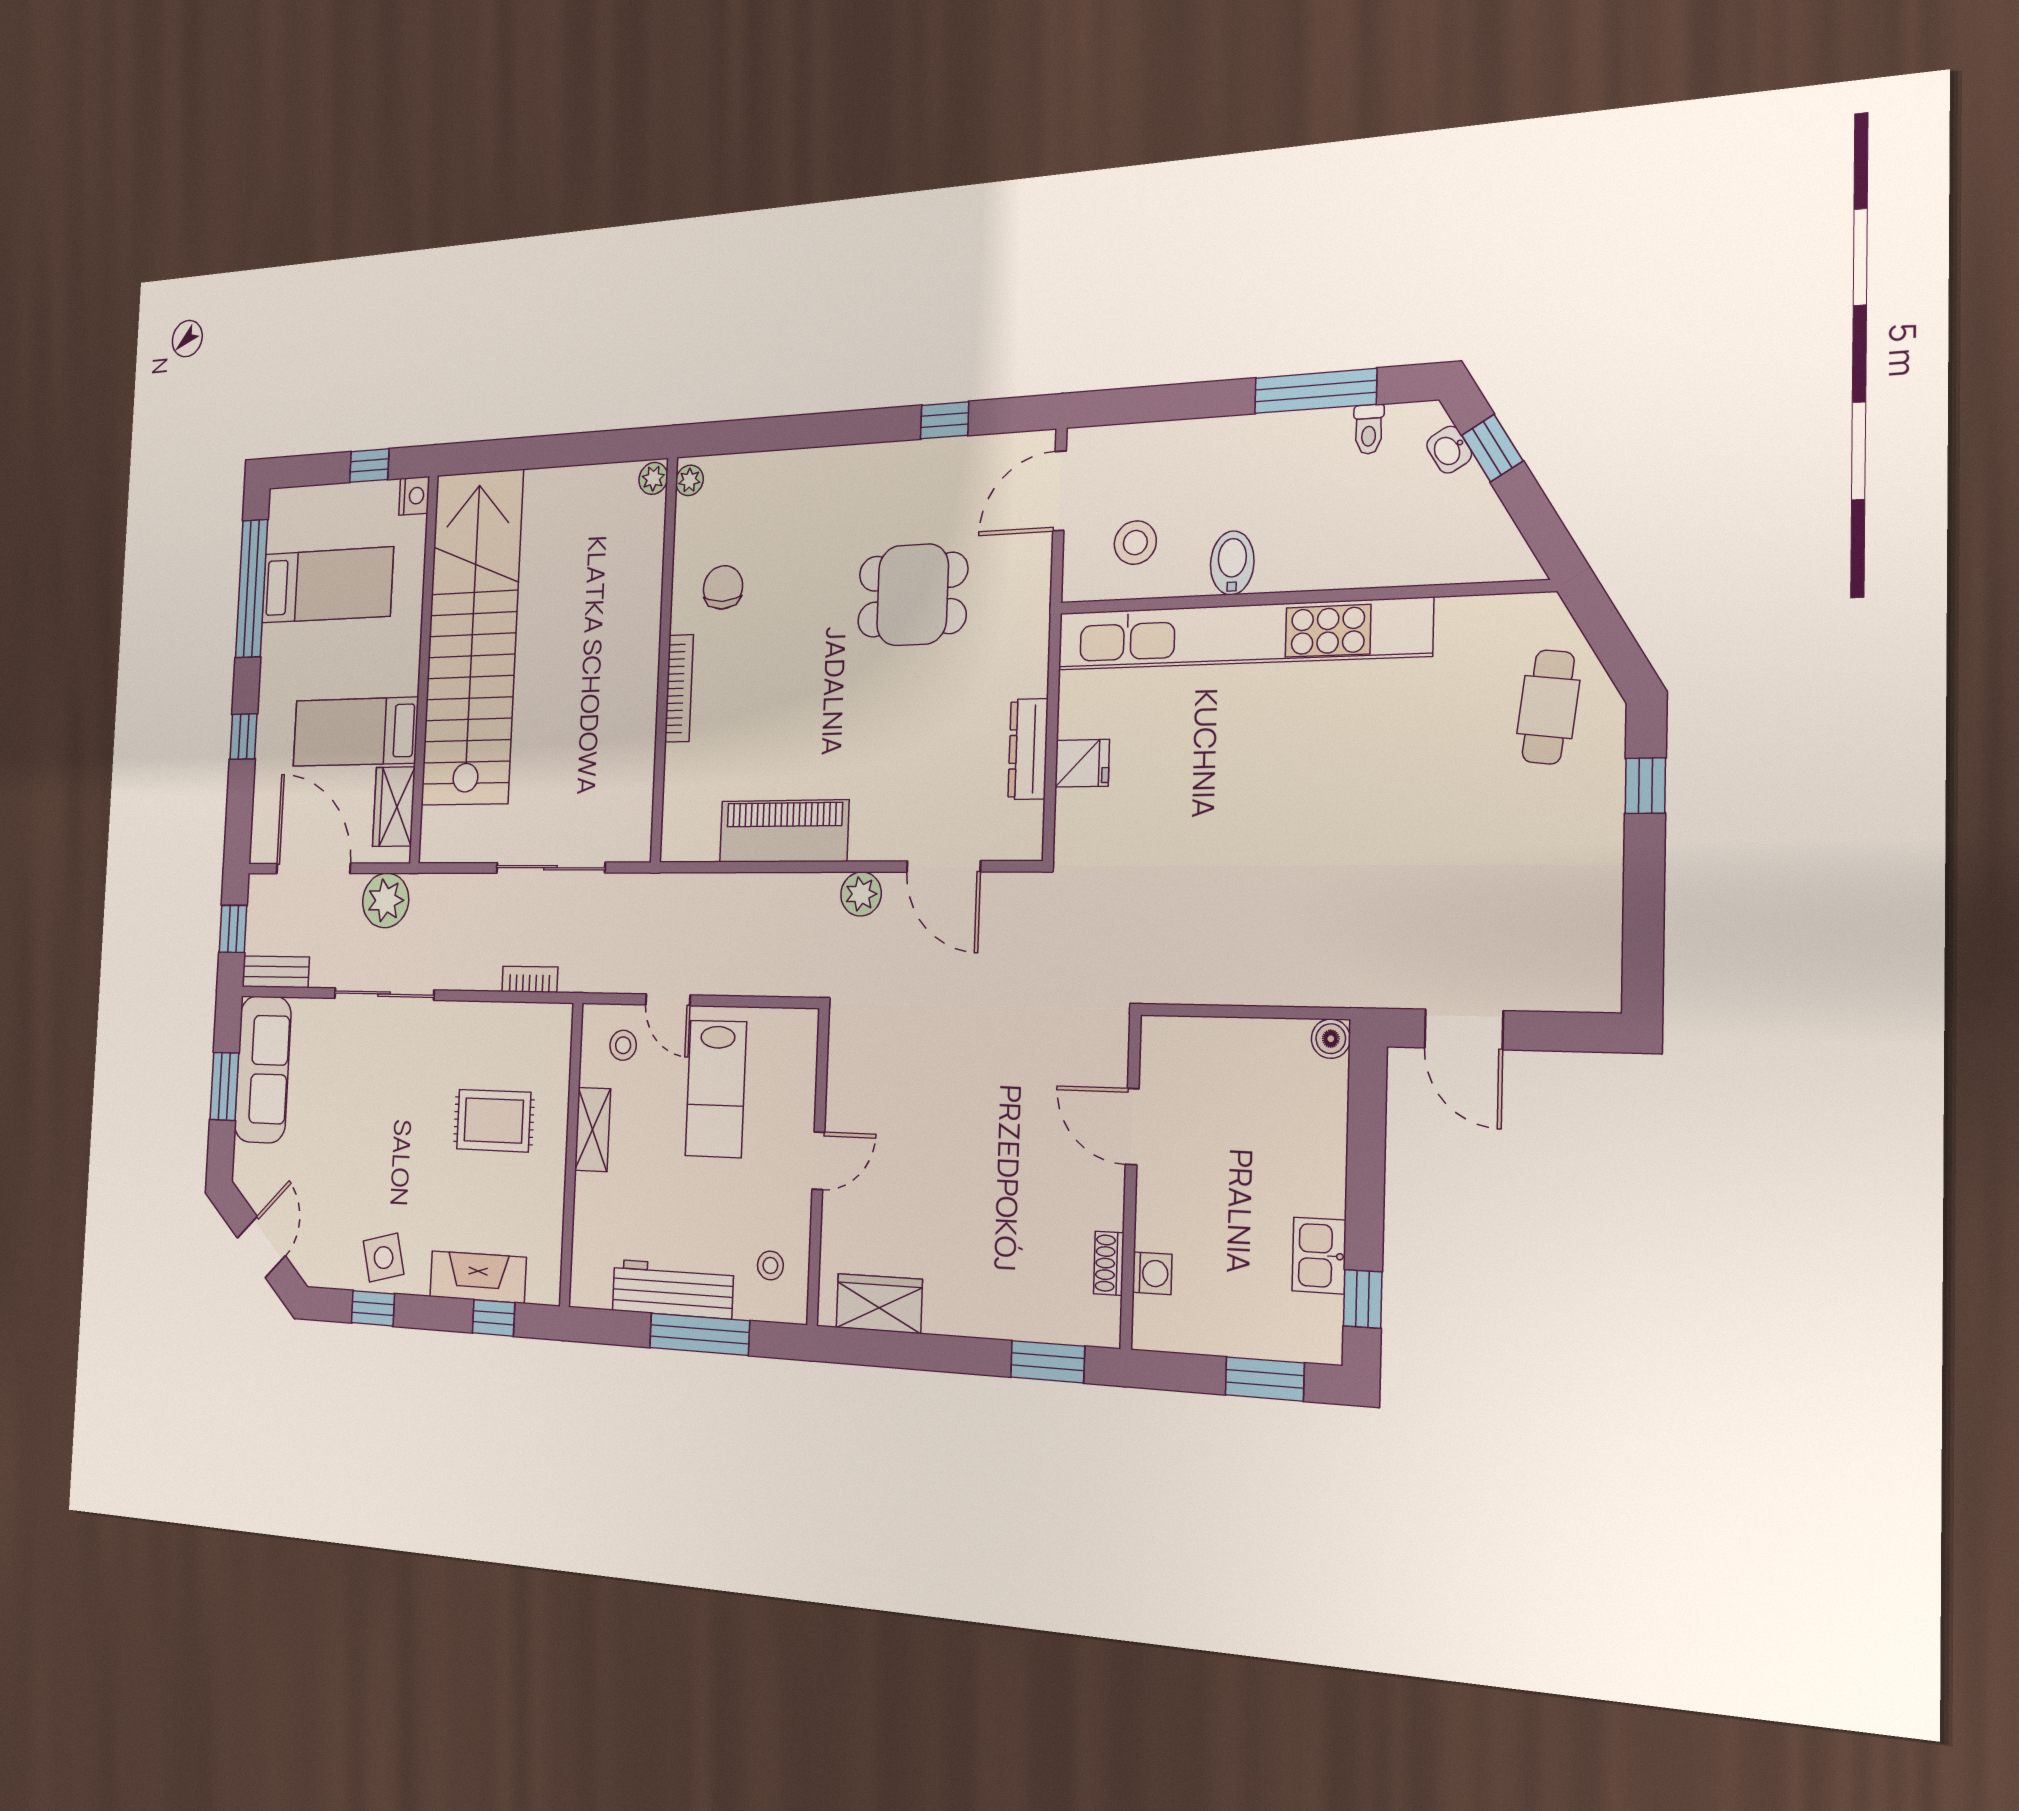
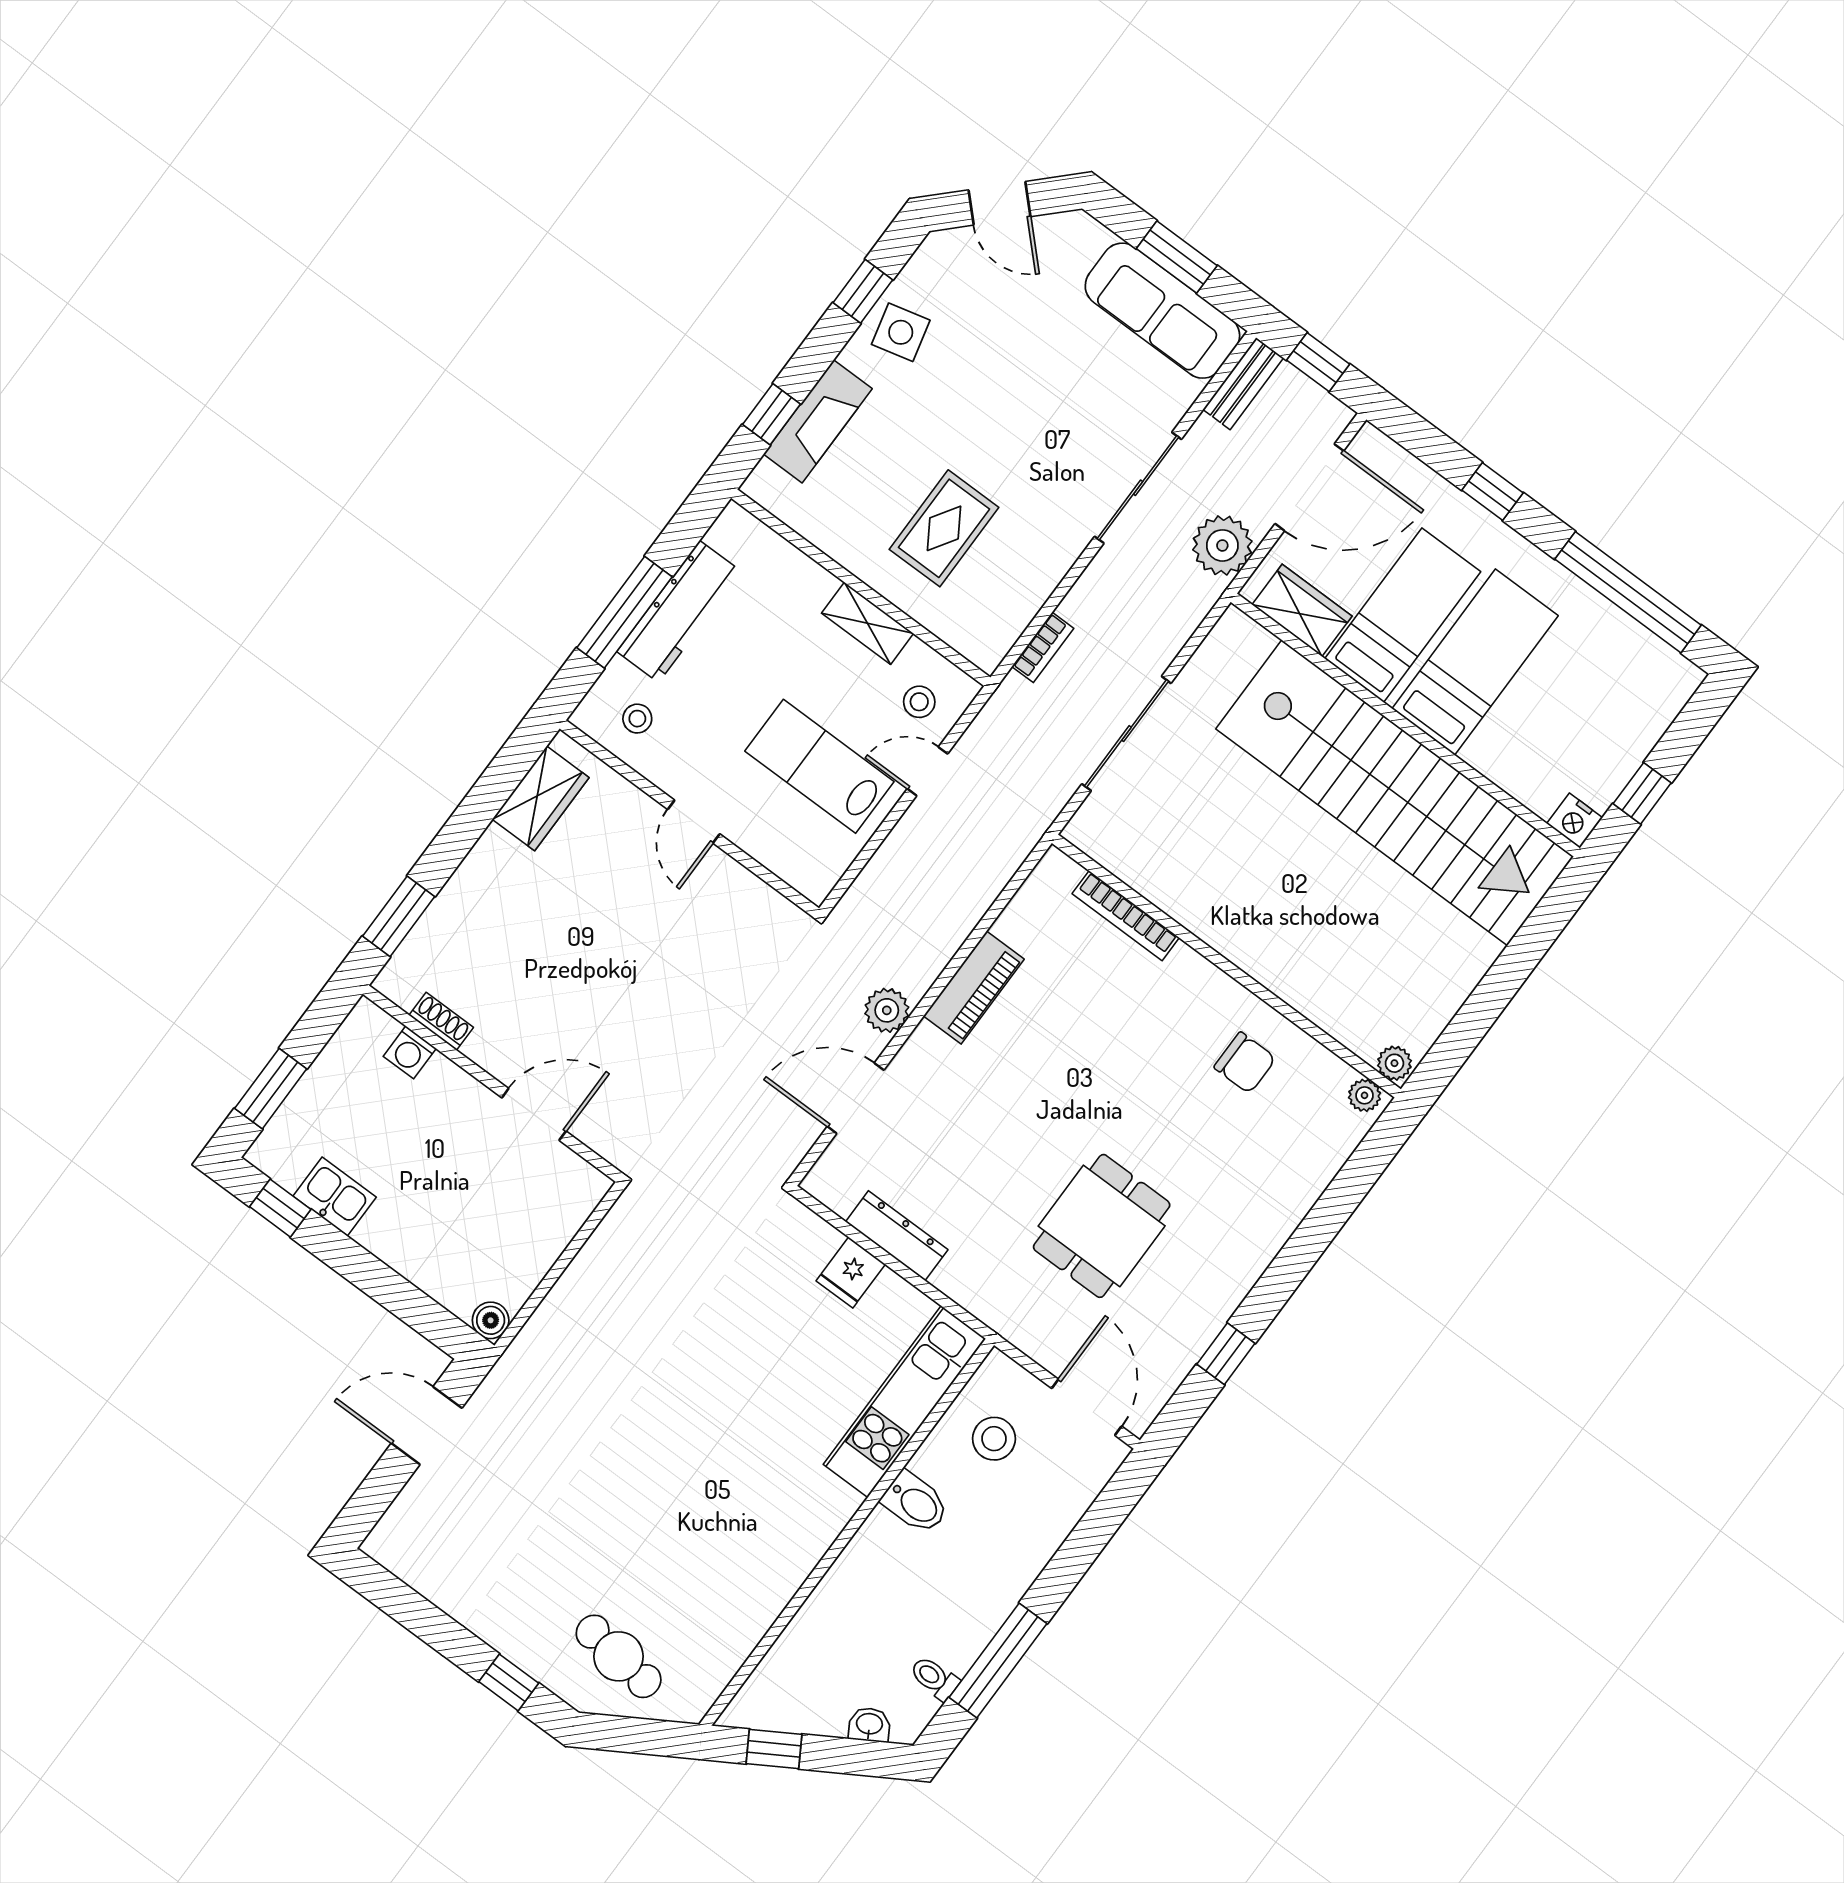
window: (1492, 448) -> (774, 1749), moved
bed: (327, 585) -> (1475, 662), moved, turned 180
kitchen unit: (1241, 634) -> (904, 1402), width x0.54
bookcase: (679, 688) -> (1126, 916), moved
piano: (784, 831) -> (974, 988), width x0.73, depth x0.75

